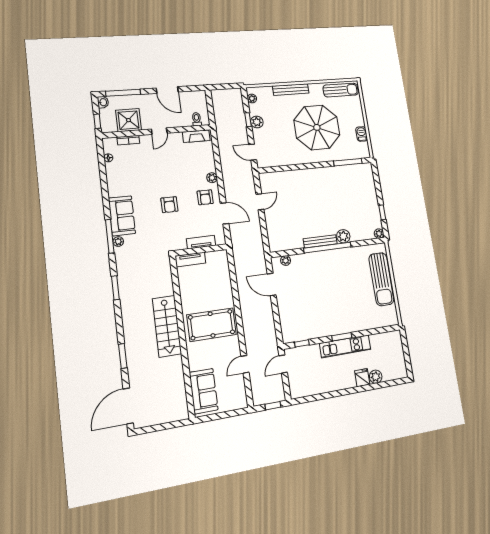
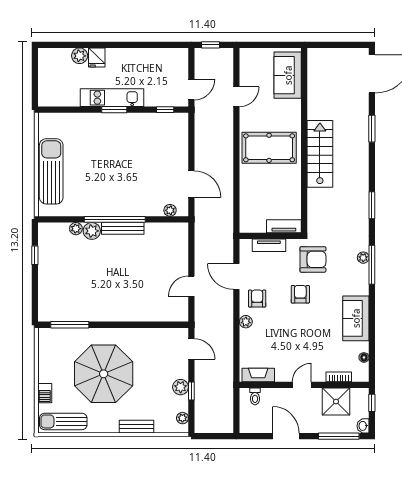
bench: (291, 90) -> (137, 427), width x0.73
barbecue: (362, 134) -> (45, 393), moved
sofa: (122, 216) -> (356, 318), moved
plant: (379, 234) -> (76, 229), moved
armchair: (162, 235) -> (313, 259), added

